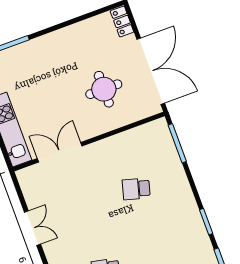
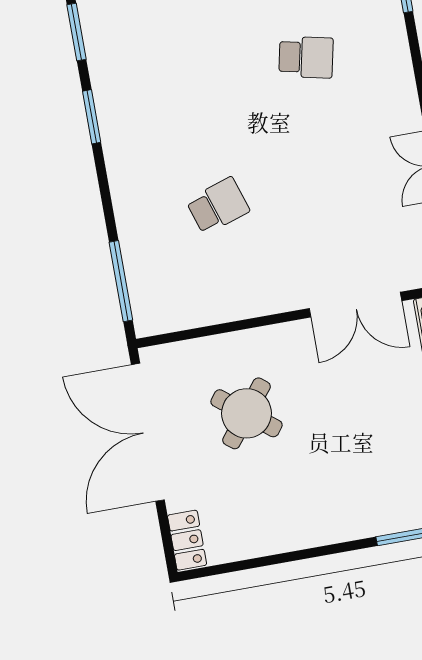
round table: (104, 89) -> (247, 413), turned 38
school desk: (136, 189) -> (218, 206), turned -33

